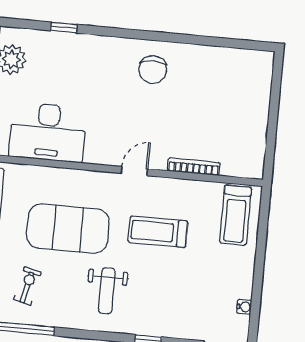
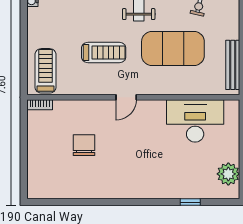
chair: (153, 70) -> (84, 145), moved
bookcase: (194, 167) -> (40, 105), moved, width x0.64

